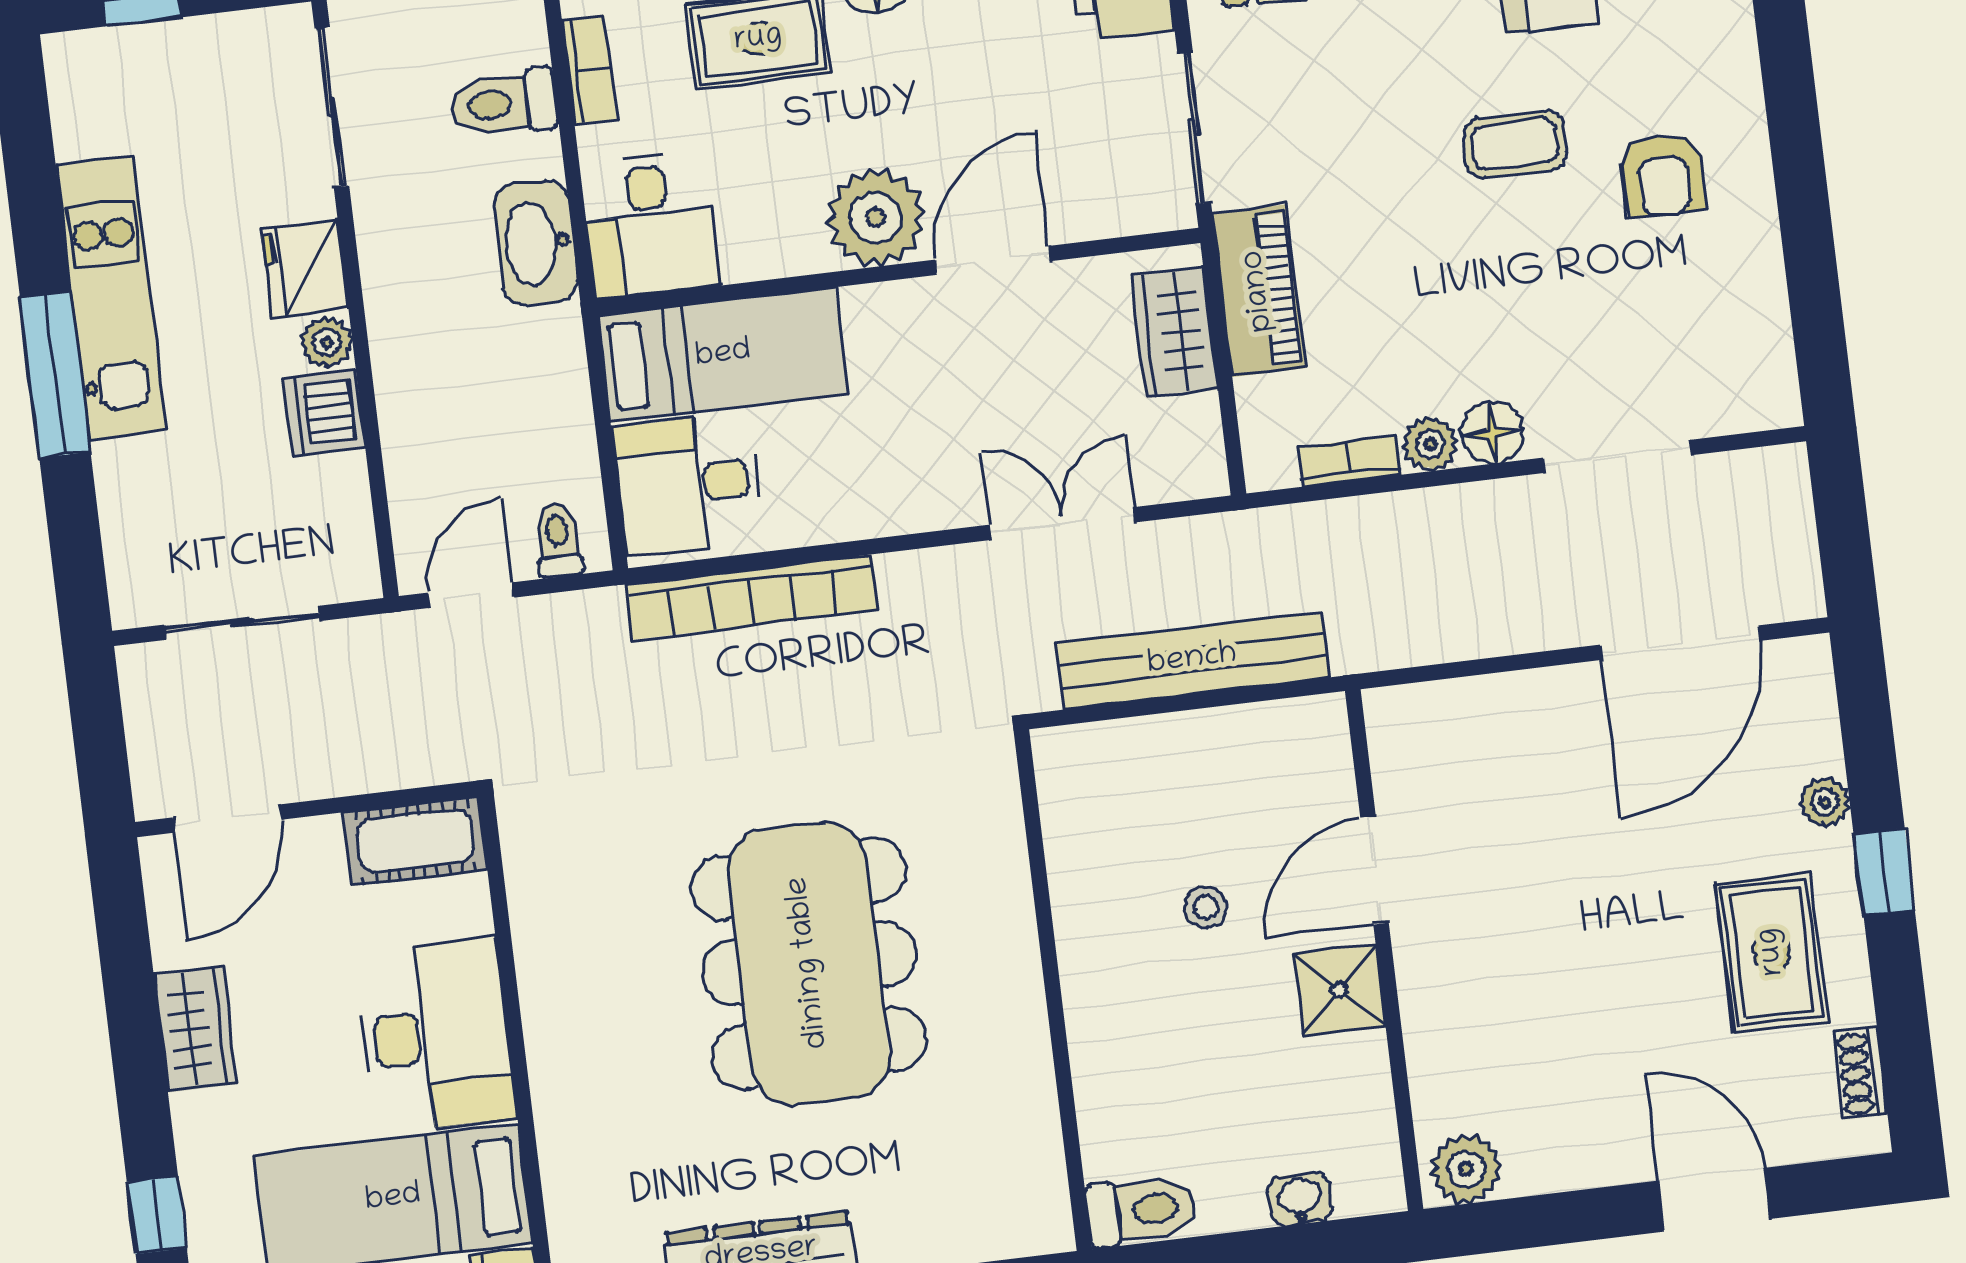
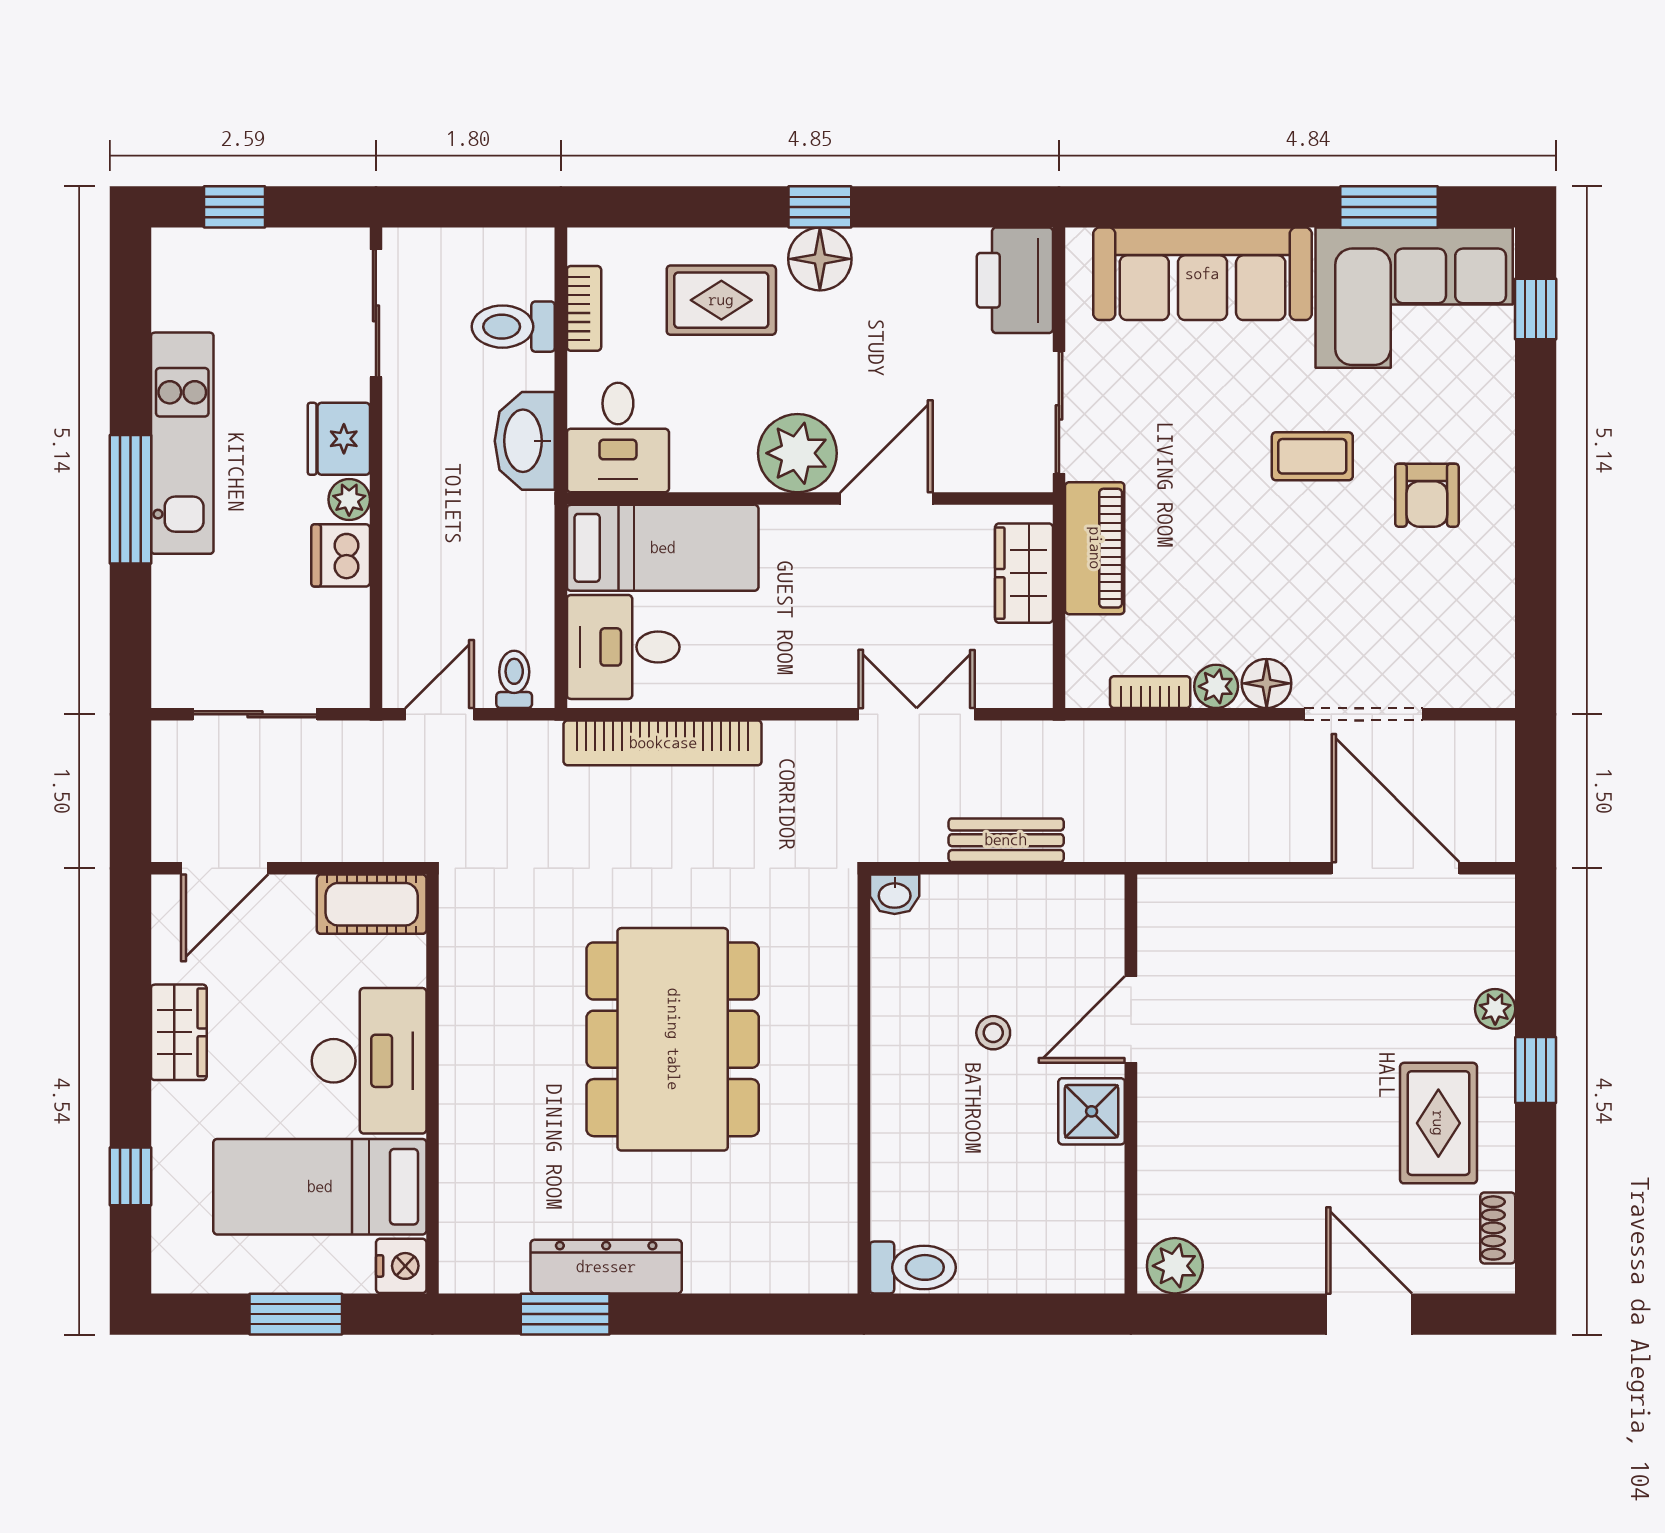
door: (1680, 643) -> (1395, 868), swing flipped
bench: (1192, 660) -> (1006, 840), width x0.54, depth x0.82
washbasin: (1300, 1199) -> (895, 894), moved, turned 180

